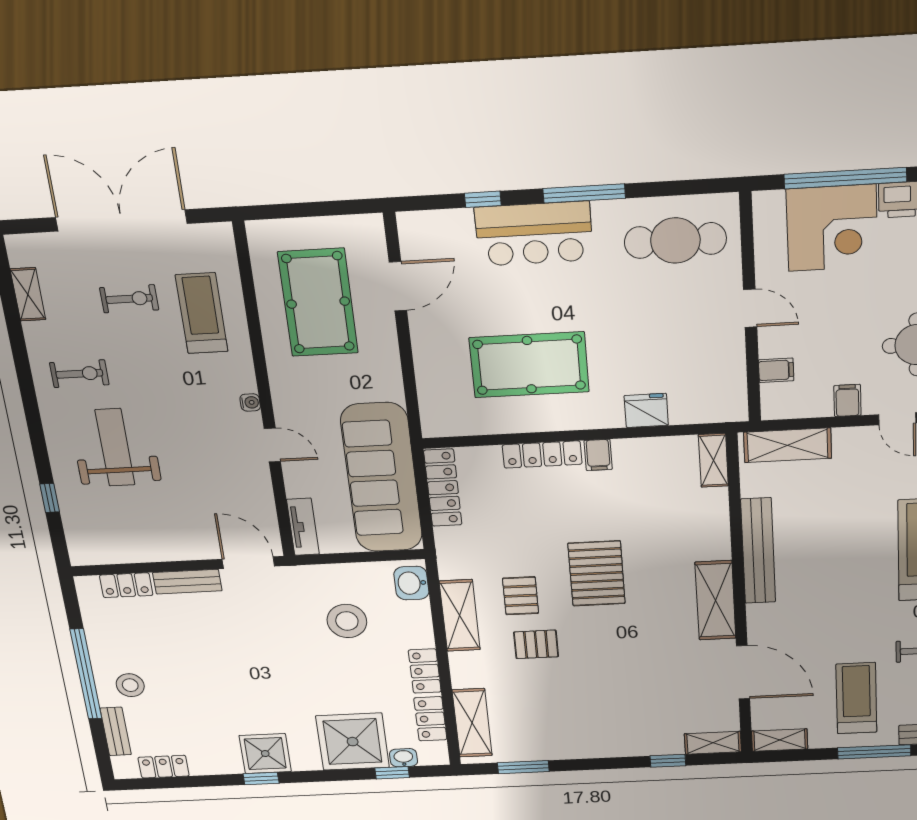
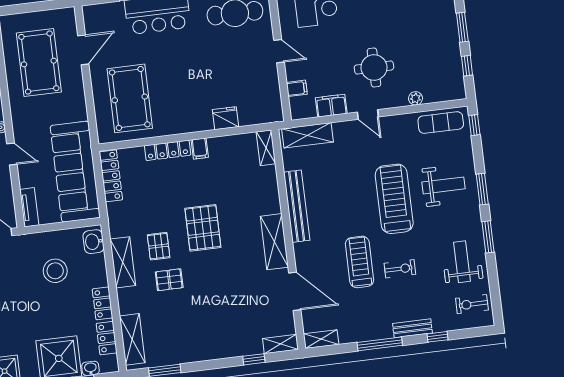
pool table: (529, 365) -> (130, 98), moved, turned 90
filing cabinet: (847, 400) -> (331, 106), width x2.00
treadmill: (856, 698) -> (360, 262), moved

